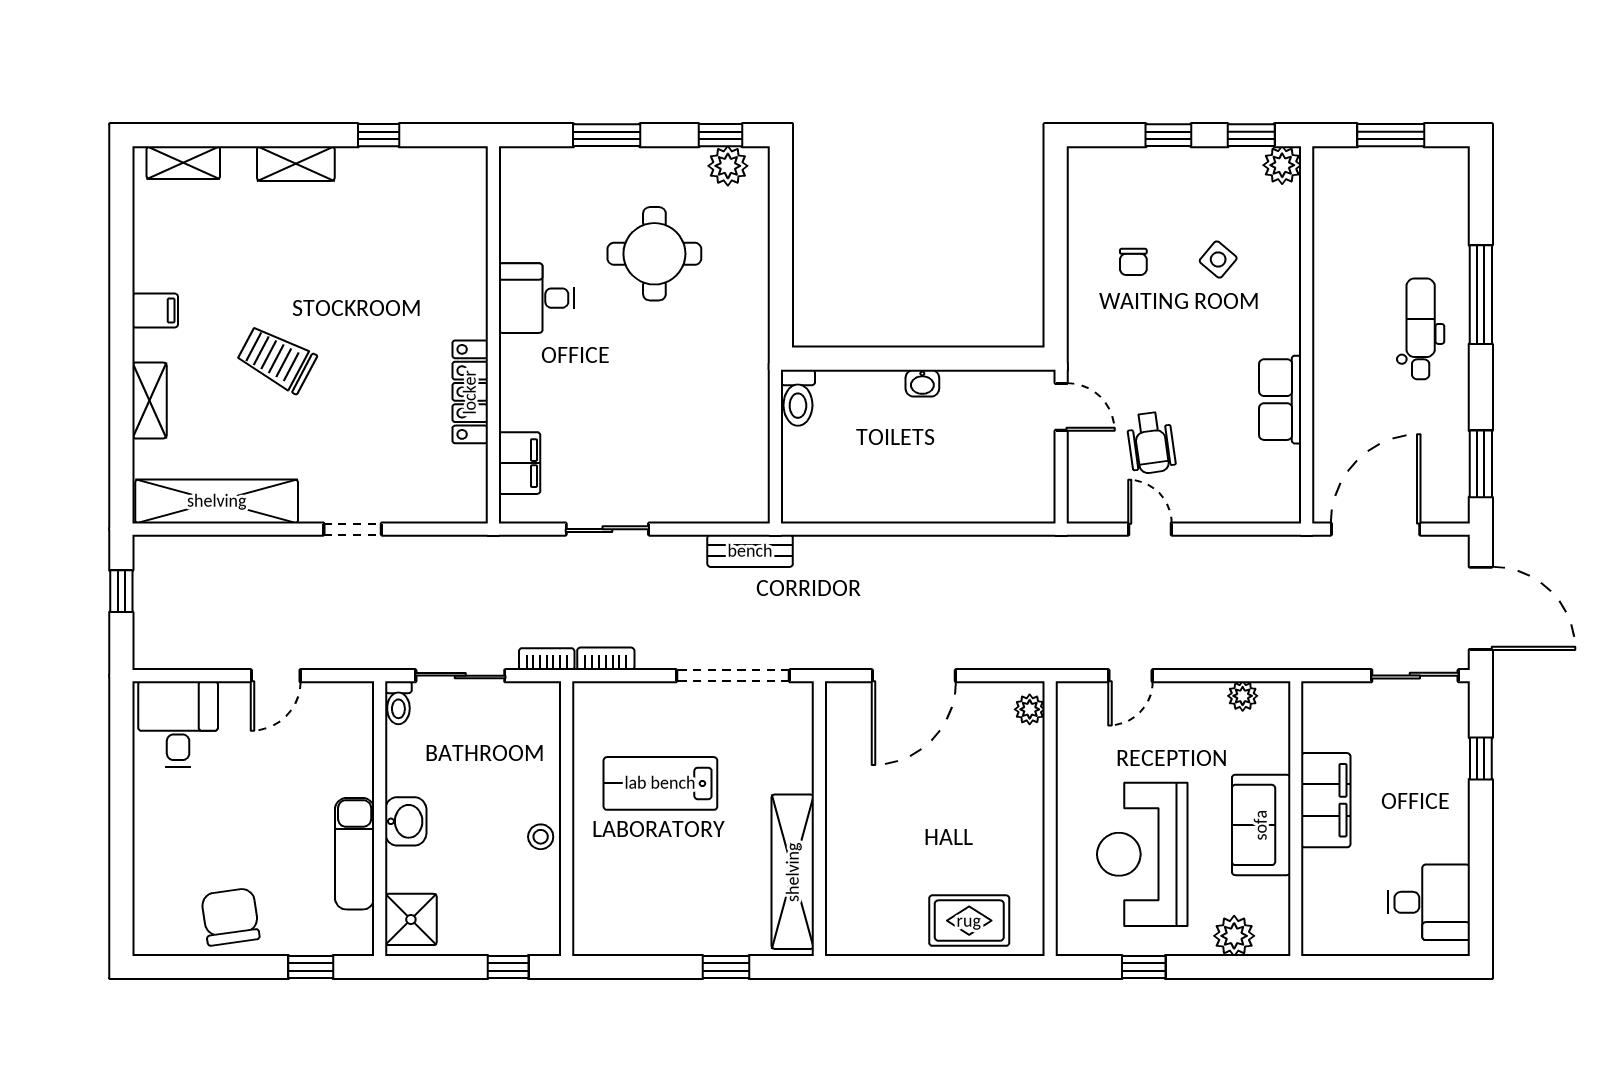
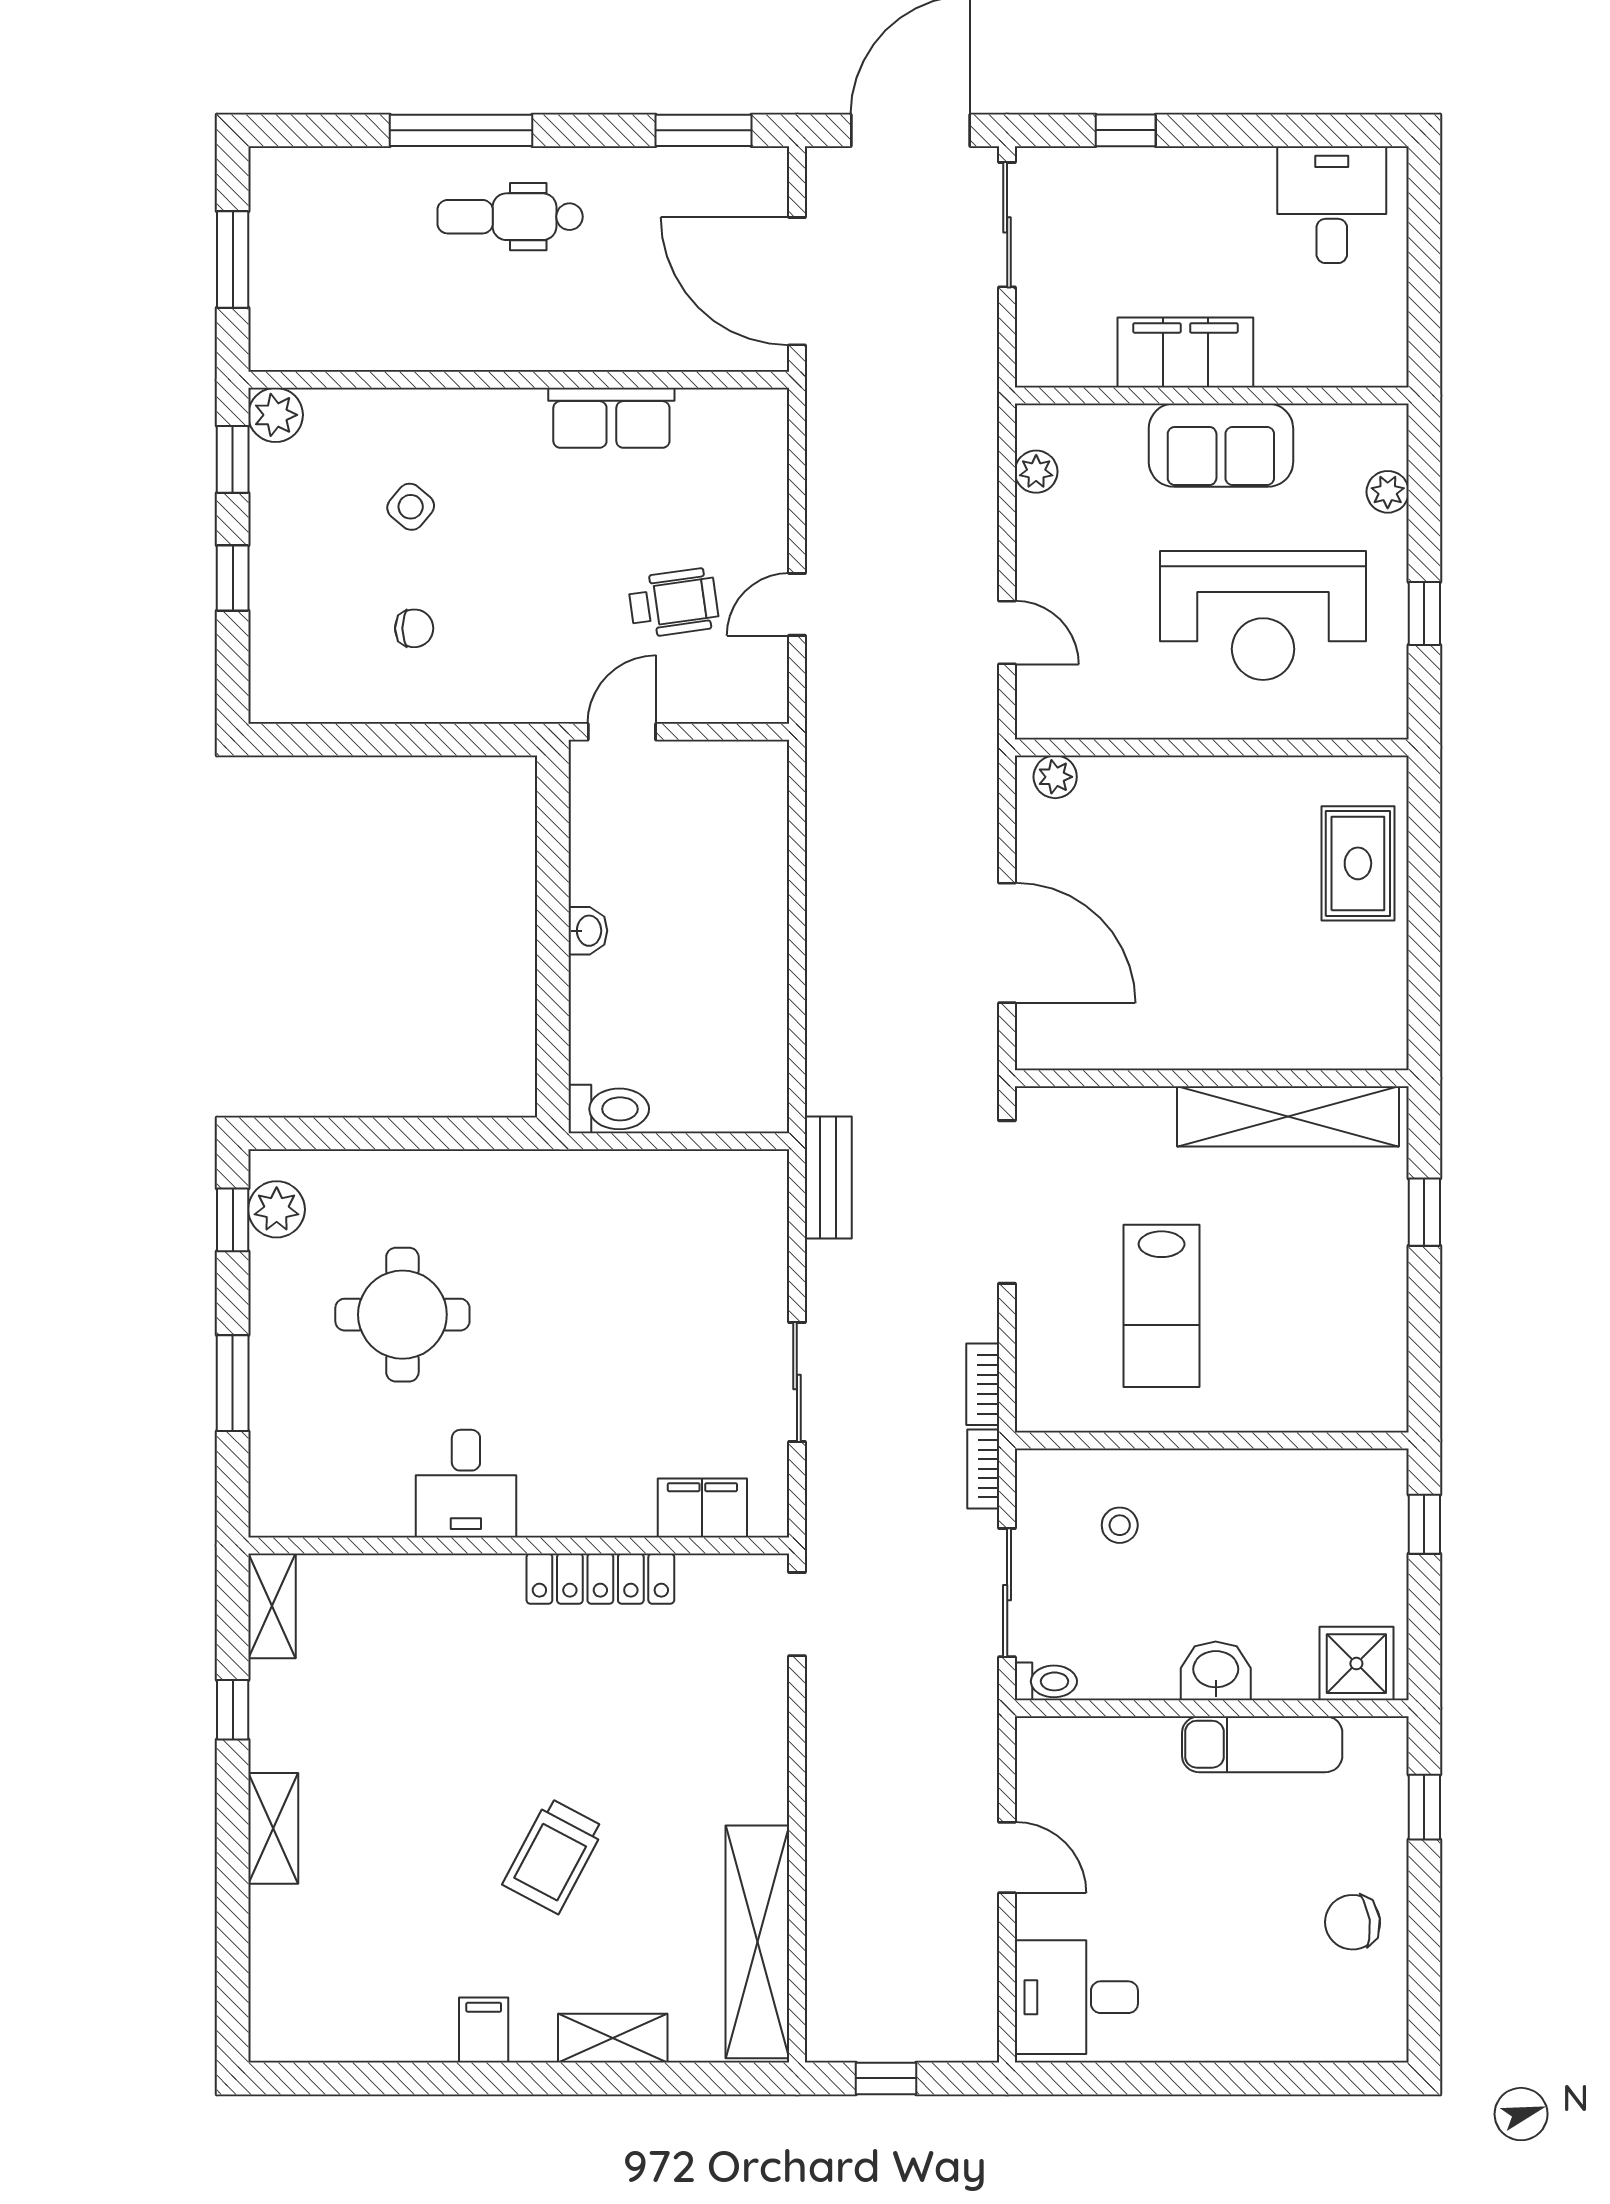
shelving: (183, 163) -> (272, 1606), moved
doorway: (353, 529) -> (797, 1614), moved
stool: (541, 837) -> (1120, 1525), moved
chair: (230, 917) -> (1353, 1922), width x0.73, depth x0.73
plant: (1234, 936) -> (1388, 492), width x0.73, depth x0.73

